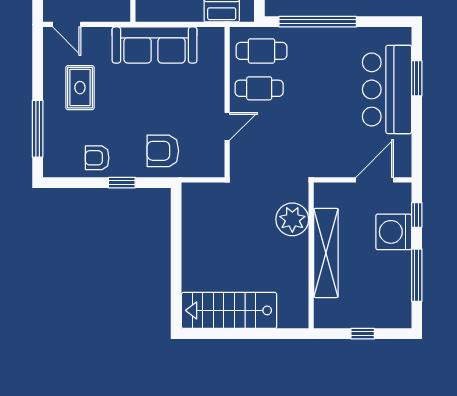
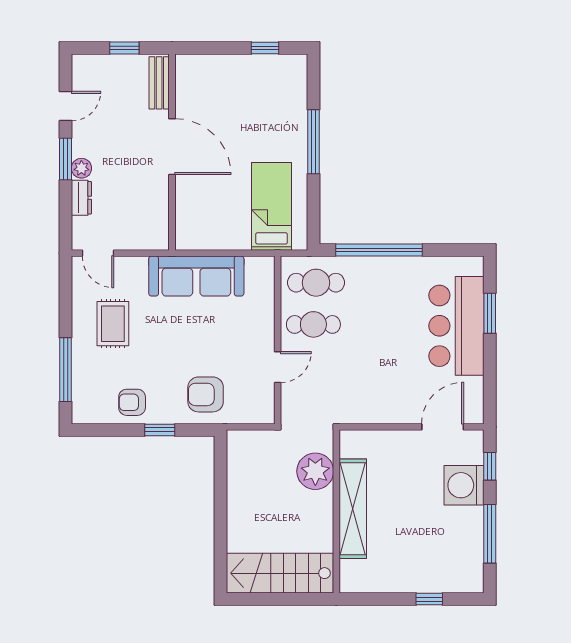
plant: (292, 219) -> (315, 471), moved
shelving: (326, 253) -> (353, 509), moved
wall: (311, 255) -> (336, 511), moved

